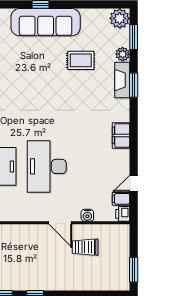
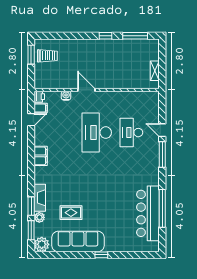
sofa: (46, 22) -> (78, 242), moved
window: (134, 85) -> (31, 206), moved
desk: (47, 166) -> (97, 133), turned 180
trolley: (85, 247) -> (47, 56), moved

